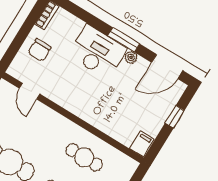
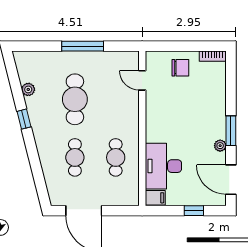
chair: (39, 50) -> (180, 68), turned 180
desk: (97, 52) -> (163, 166), moved, turned 180
door: (30, 91) -> (142, 80), hinge flipped

